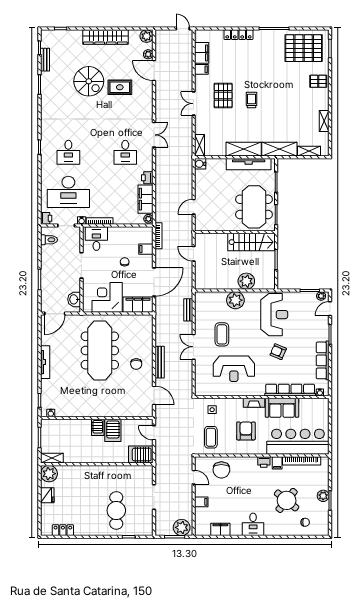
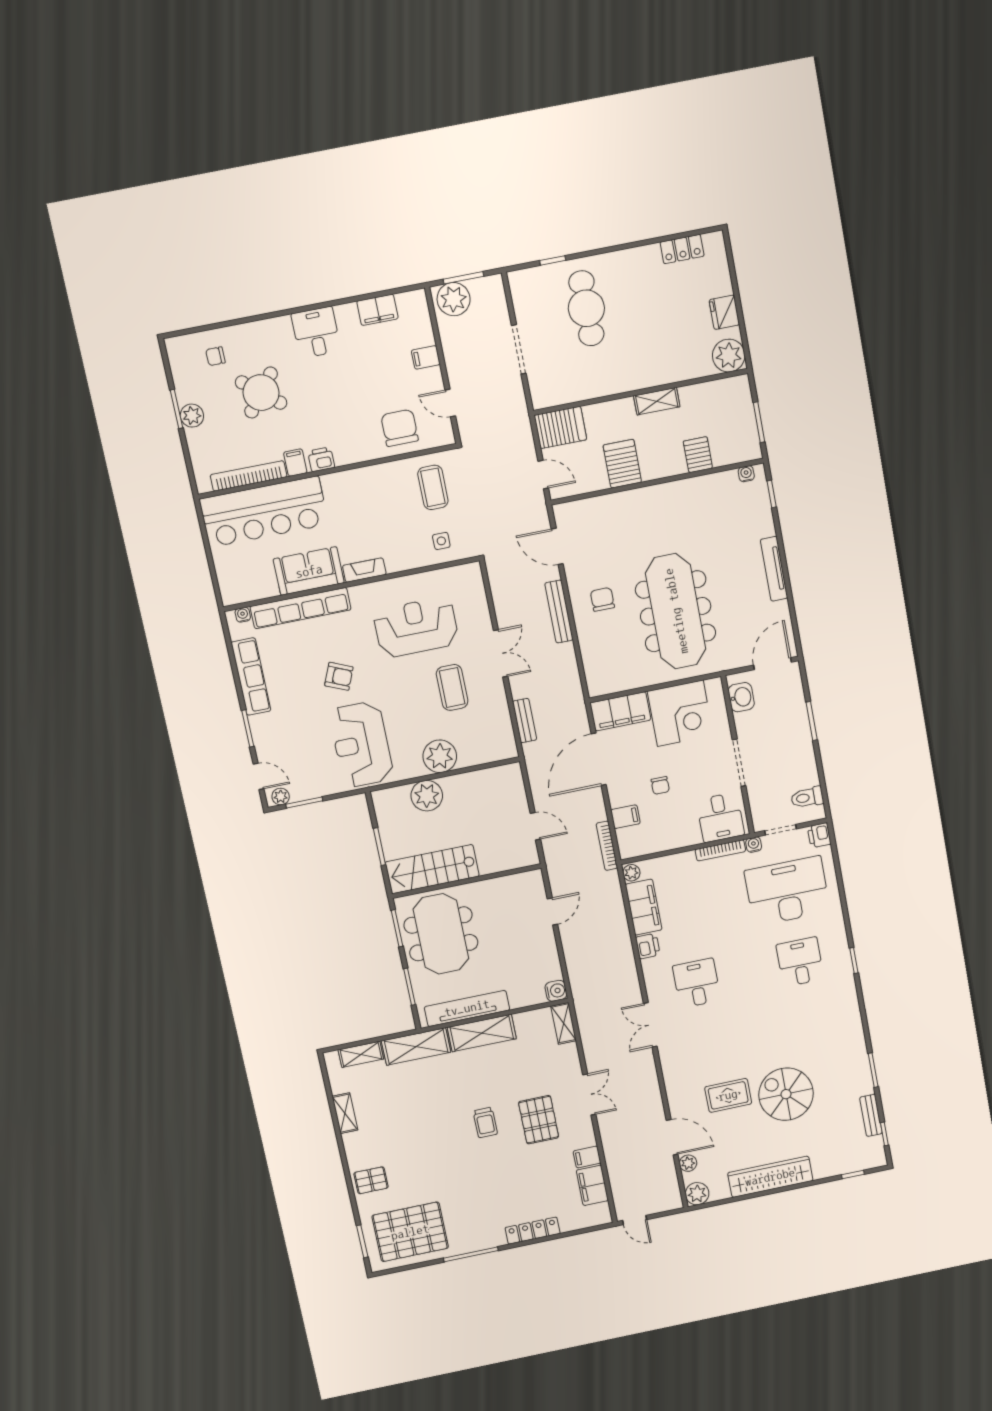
door: (330, 309) -> (258, 776), hinge flipped
server rack: (98, 427) -> (698, 455), moved
armchair: (246, 431) -> (368, 513), removed
shelving: (52, 458) -> (657, 401), moved

